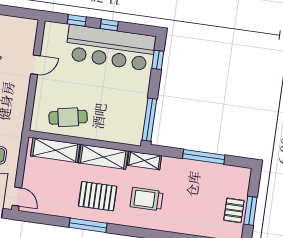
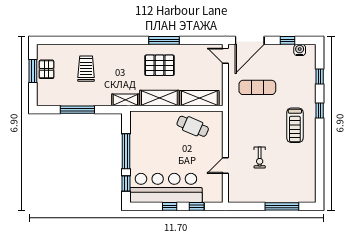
cafe table: (68, 117) -> (193, 126), turned 34
window: (149, 120) -> (126, 151), moved
trolley: (147, 199) -> (86, 69), moved, turned -90

